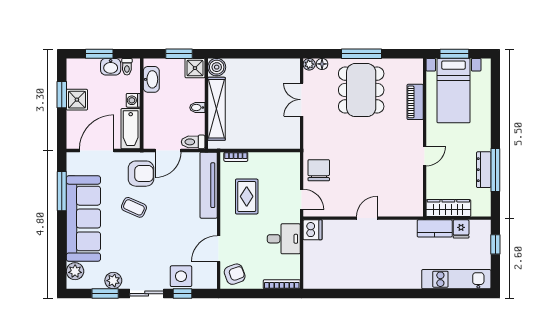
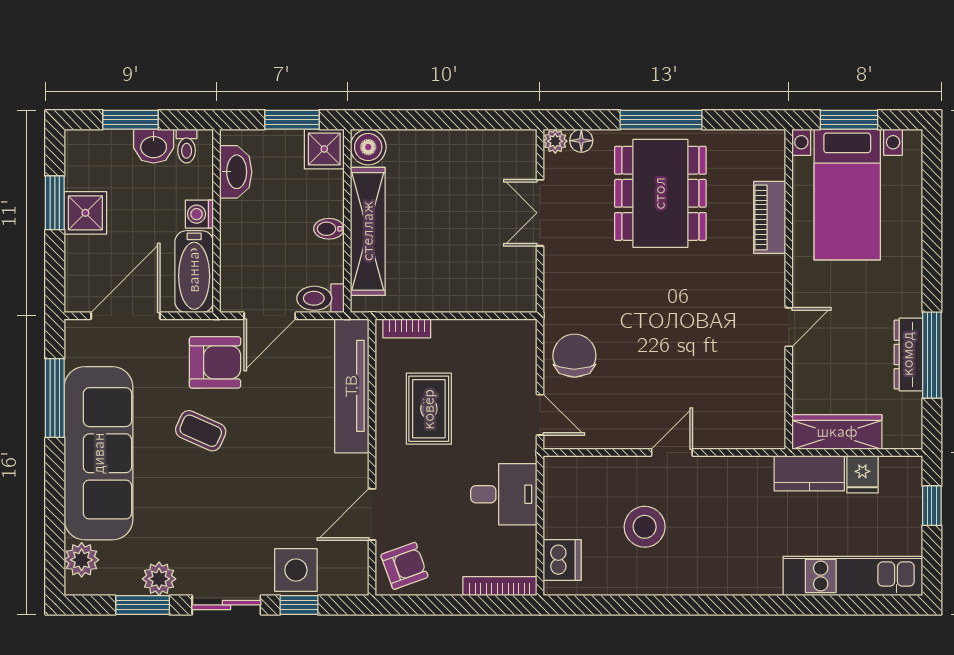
dishwasher: (313, 230) -> (562, 560), moved
stool: (353, 255) -> (645, 527), added

